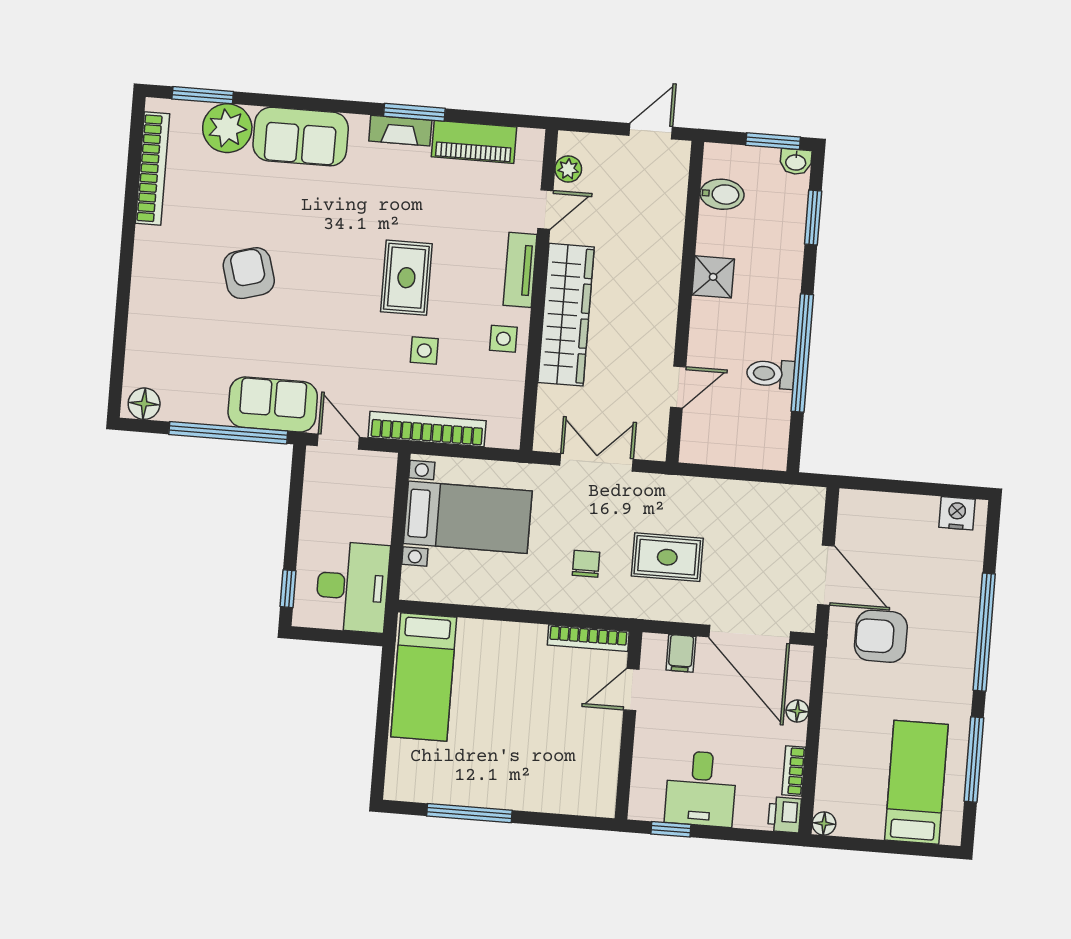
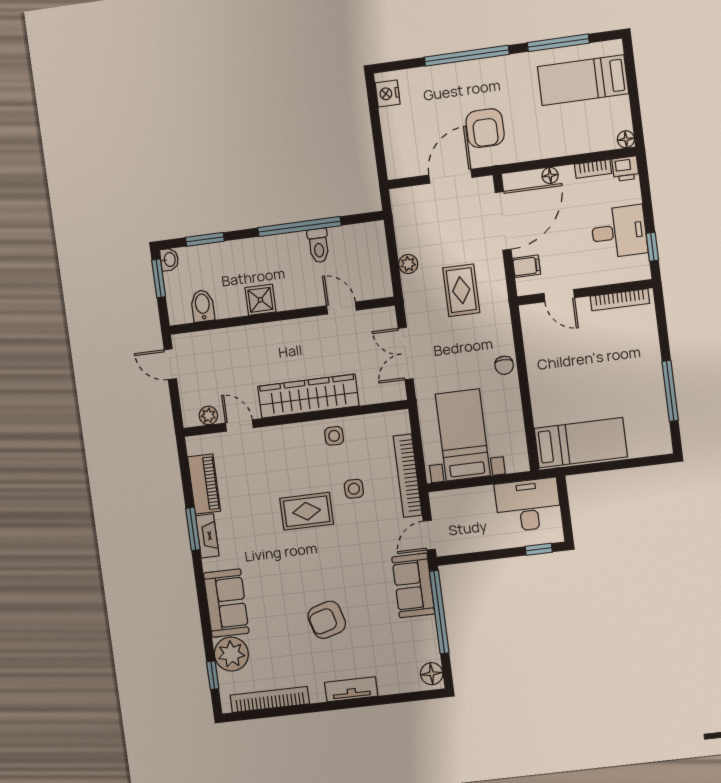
window: (203, 95) -> (213, 675), width x0.67
tv unit: (520, 270) -> (351, 689), moved, turned 180
plant: (719, 492) -> (408, 264), added
chair: (586, 564) -> (504, 365), moved, turned -90
bookcase: (588, 638) -> (620, 300), moved, turned 90

